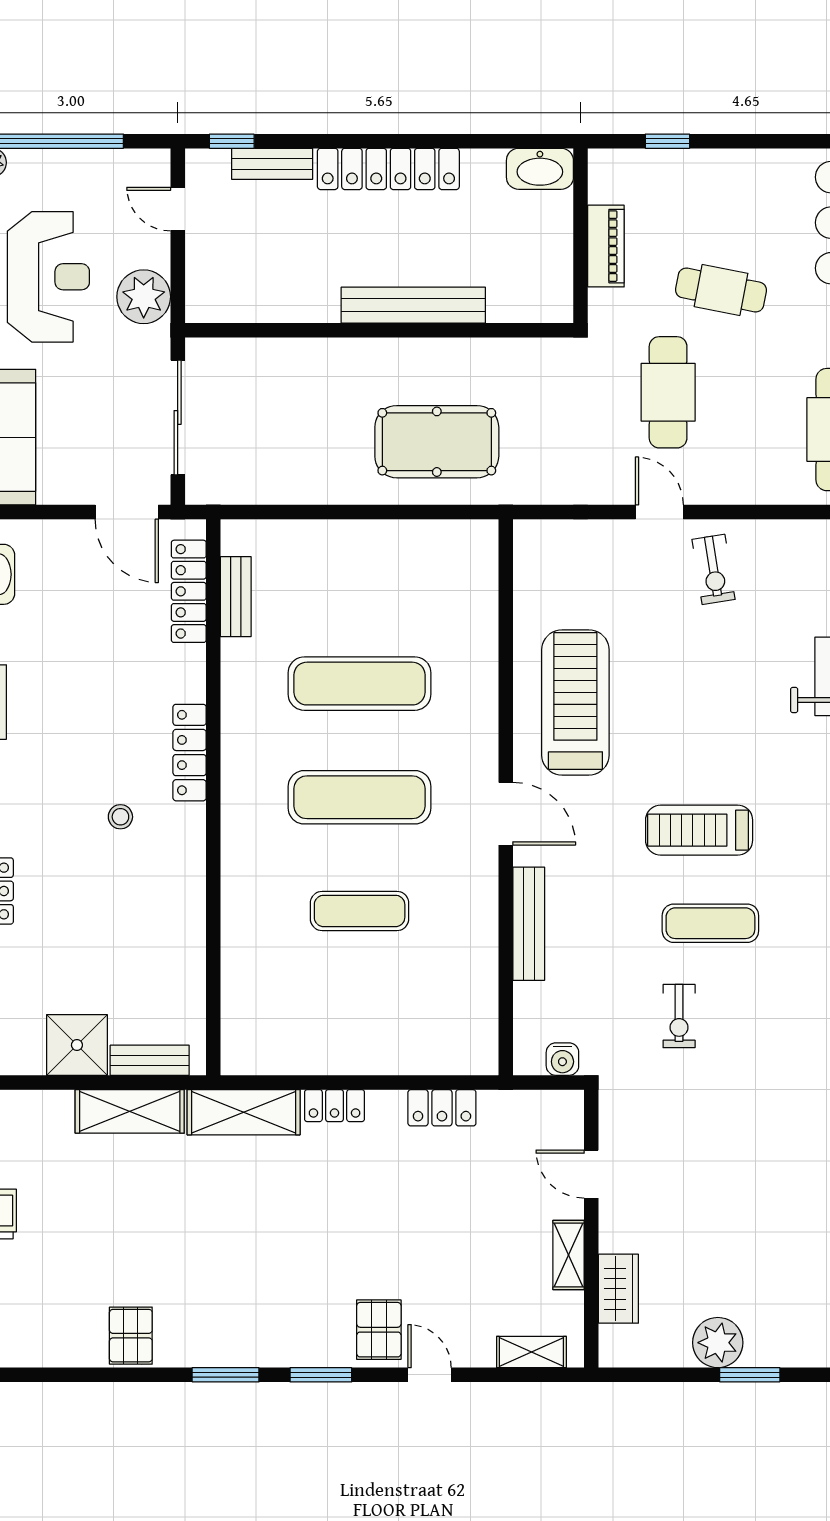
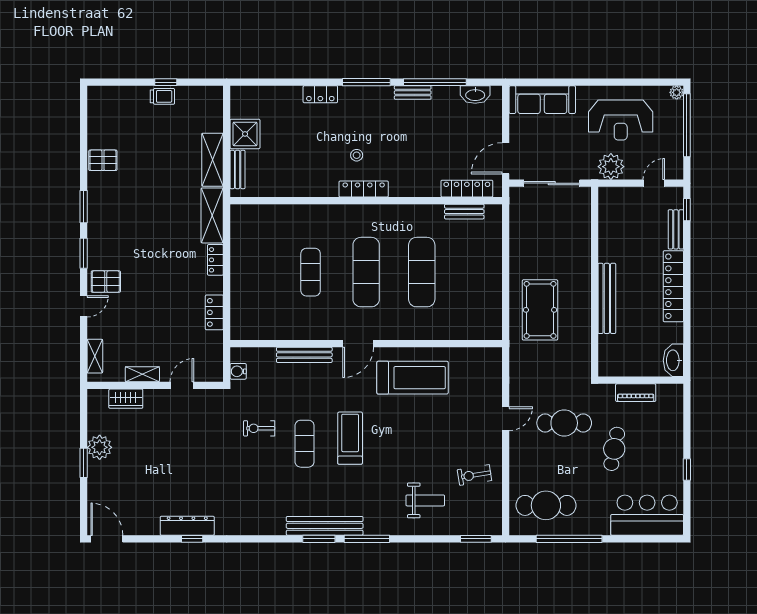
window: (667, 141) -> (687, 470), moved
exercise bike: (713, 569) -> (474, 475), moved
locker: (190, 753) -> (364, 189), moved

